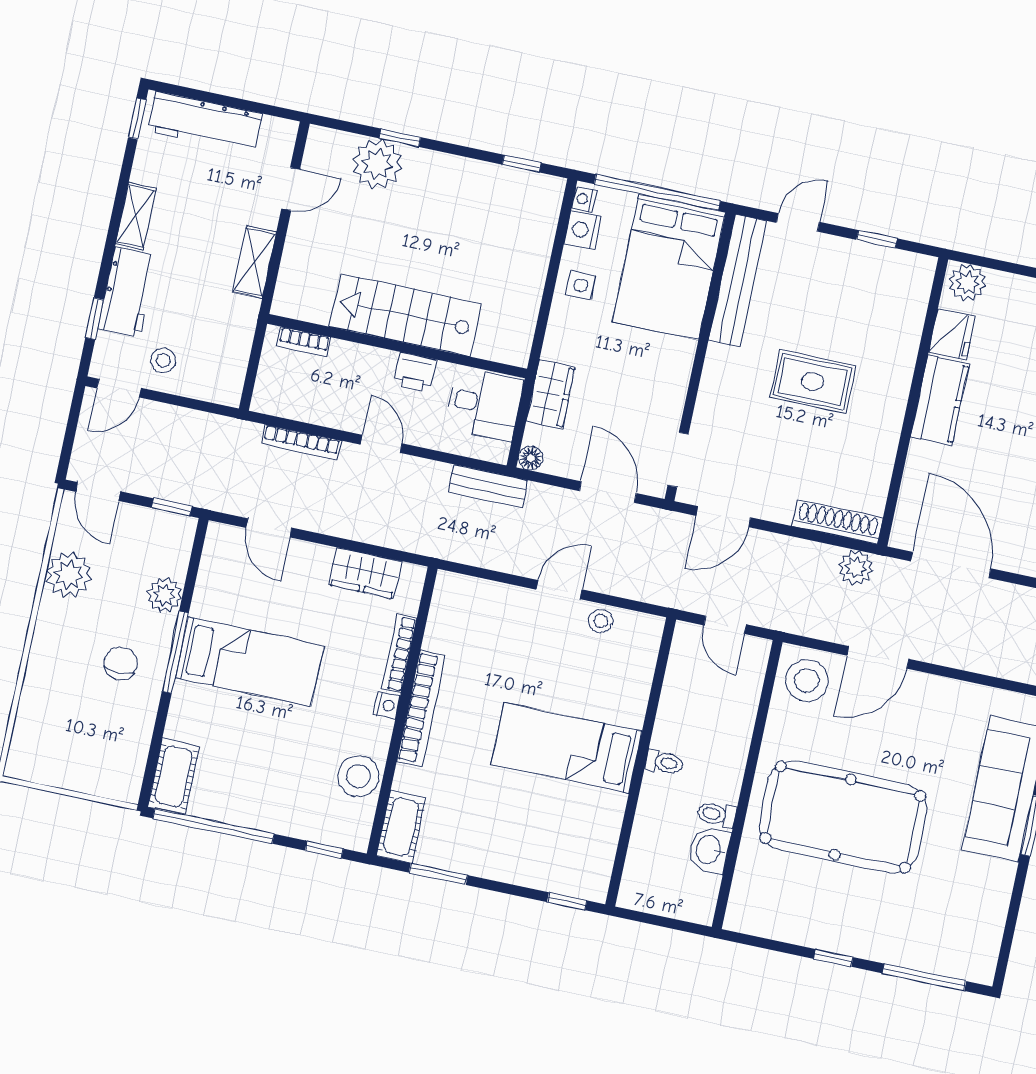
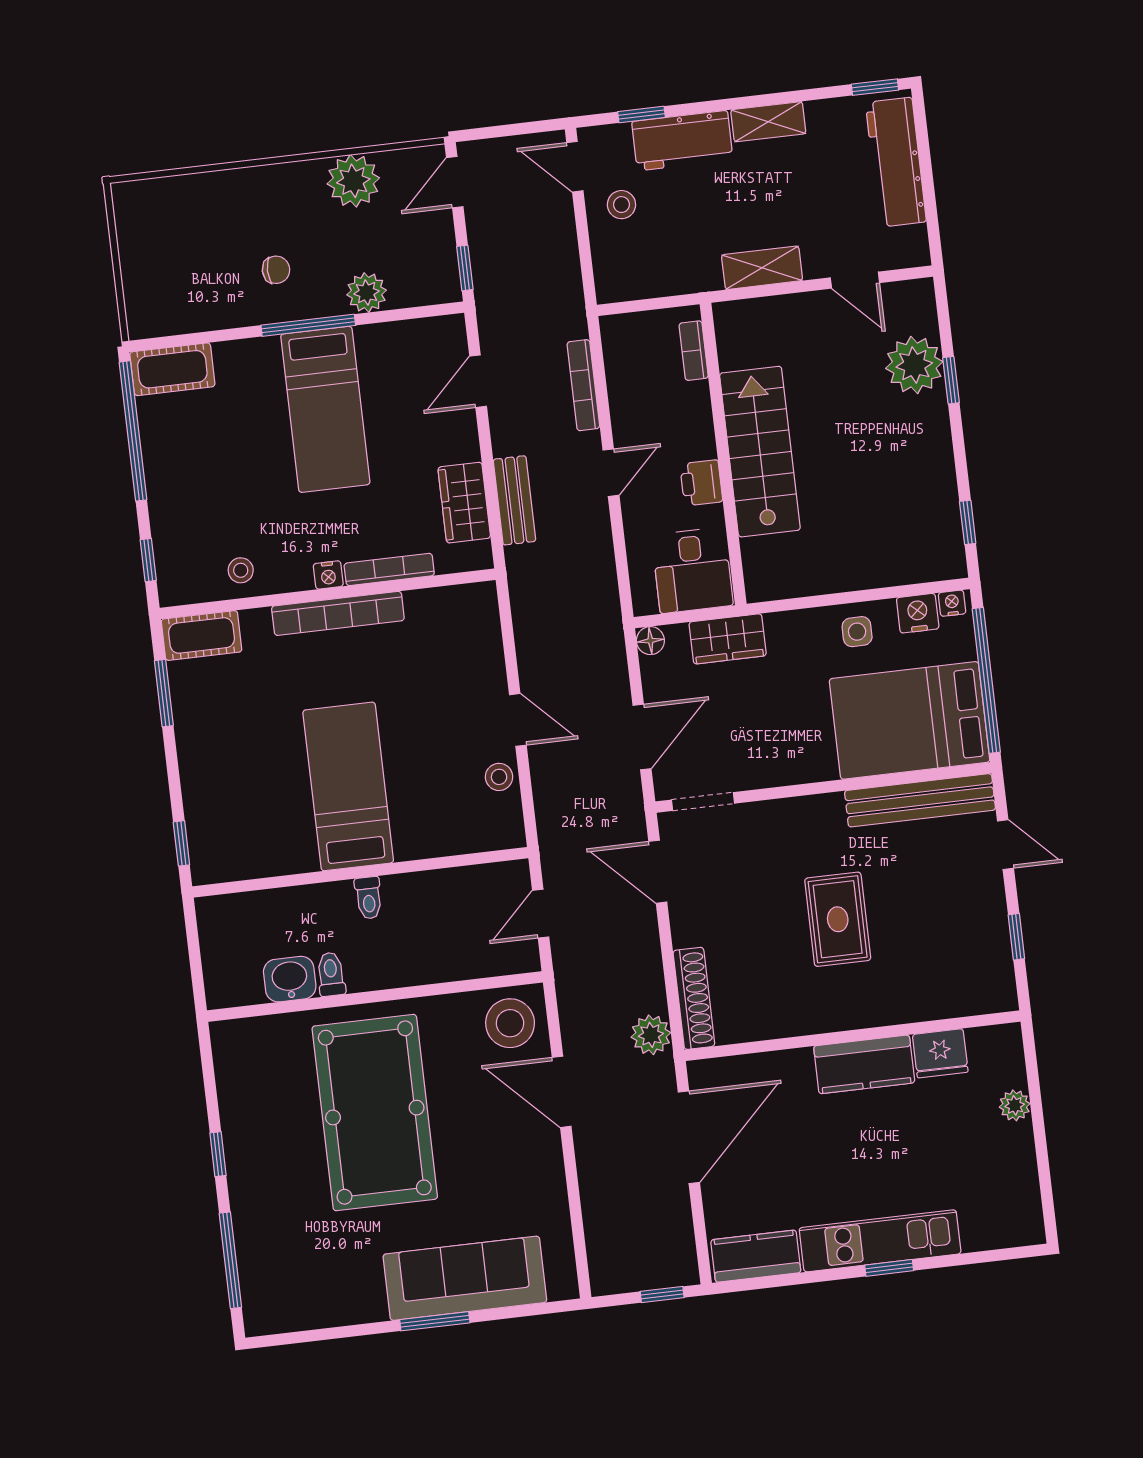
plant: (967, 283) -> (1015, 1105), moved, width x0.73, depth x0.73
bench: (488, 486) -> (514, 500), moved
chair: (121, 663) -> (276, 270), width x0.73, depth x0.73
stool: (358, 776) -> (241, 570), width x0.53, depth x0.53

